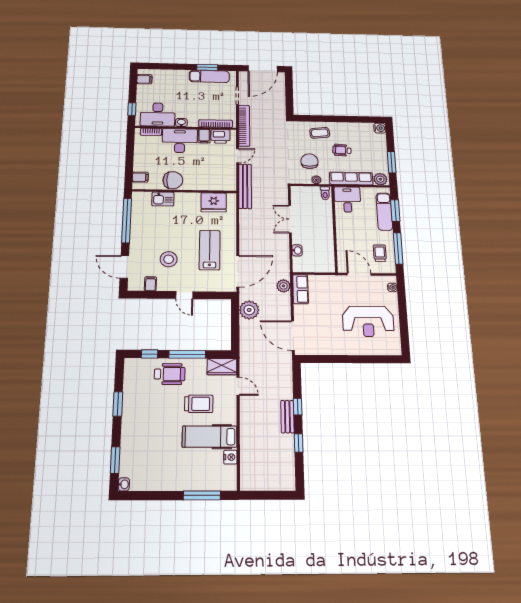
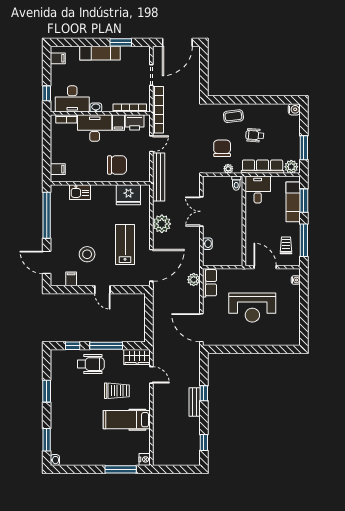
exam couch: (209, 76) -> (100, 53), moved
chair: (173, 180) -> (117, 165), moved
plant: (249, 310) -> (162, 224), moved
reception desk: (368, 321) -> (252, 307), moved
window: (299, 443) -> (204, 443), moved
nightstand: (230, 457) -> (145, 459), moved

